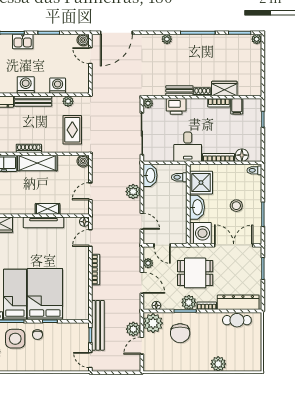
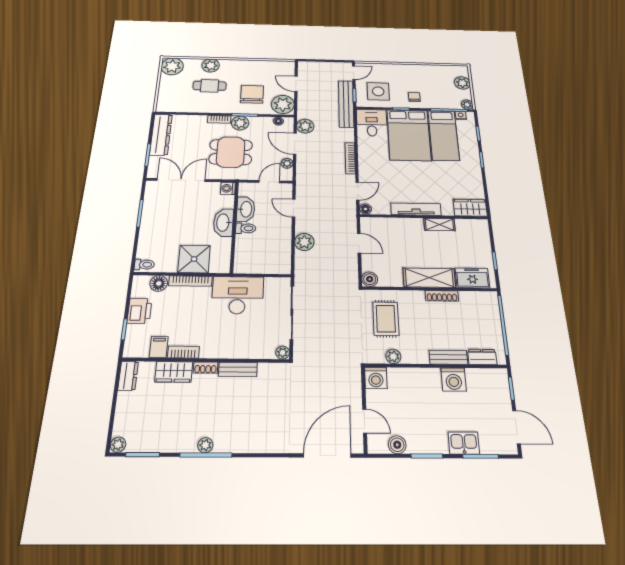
plant: (167, 39) -> (205, 445), moved
boiler: (83, 40) -> (397, 445), moved
dresser: (256, 85) -> (128, 376), added
washing machine: (58, 86) -> (376, 378), moved
bench: (33, 101) -> (448, 357), width x0.73
printer: (176, 106) -> (139, 311), moved, turned 90
desk: (188, 147) -> (238, 295), width x1.37
washbasin: (150, 175) -> (246, 209), moved, turned 180
toilet: (179, 177) -> (246, 228), moved
shower: (201, 183) -> (194, 259), moved
door: (90, 191) -> (359, 243), hinge flipped
stool: (236, 206) -> (173, 224), removed
shelving: (48, 209) -> (439, 224), moved
washing machine: (200, 233) -> (228, 188), width x0.53, depth x0.53
door: (162, 245) -> (269, 182), hinge flipped
double door: (234, 245) -> (181, 180), swing flipped
dresser: (238, 302) -> (161, 135), moved, turned -90
desk: (76, 306) -> (372, 123), added
cafe table: (237, 320) -> (210, 86), moved
plant: (133, 329) -> (305, 126), moved
side table: (15, 339) -> (378, 91), moved
door: (142, 346) -> (296, 84), swing flipped
door: (90, 360) -> (354, 73), hinge flipped
plant: (252, 362) -> (172, 66), added

